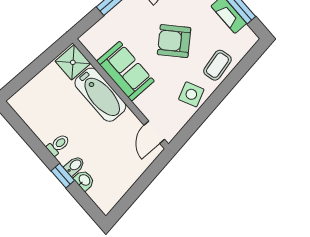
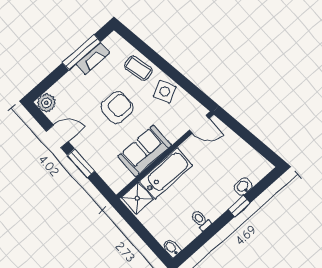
armchair: (174, 41) -> (117, 107), turned -137
toilet: (58, 145) -> (201, 220), moved
bidet: (74, 166) -> (171, 248), moved

